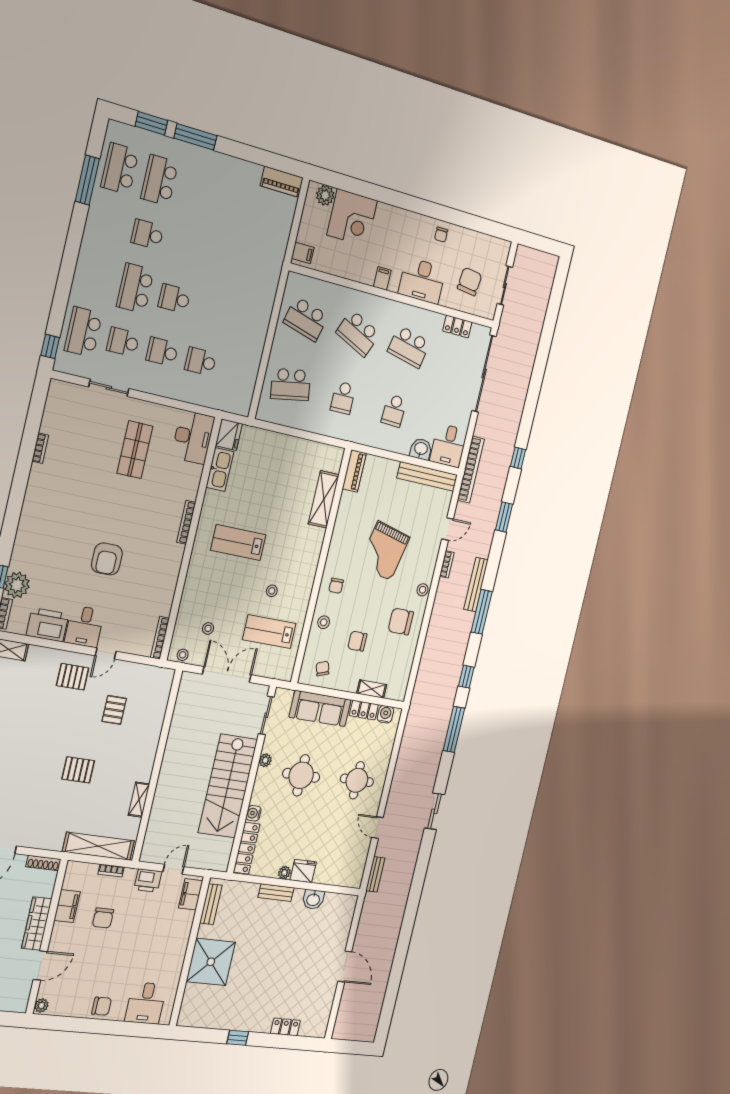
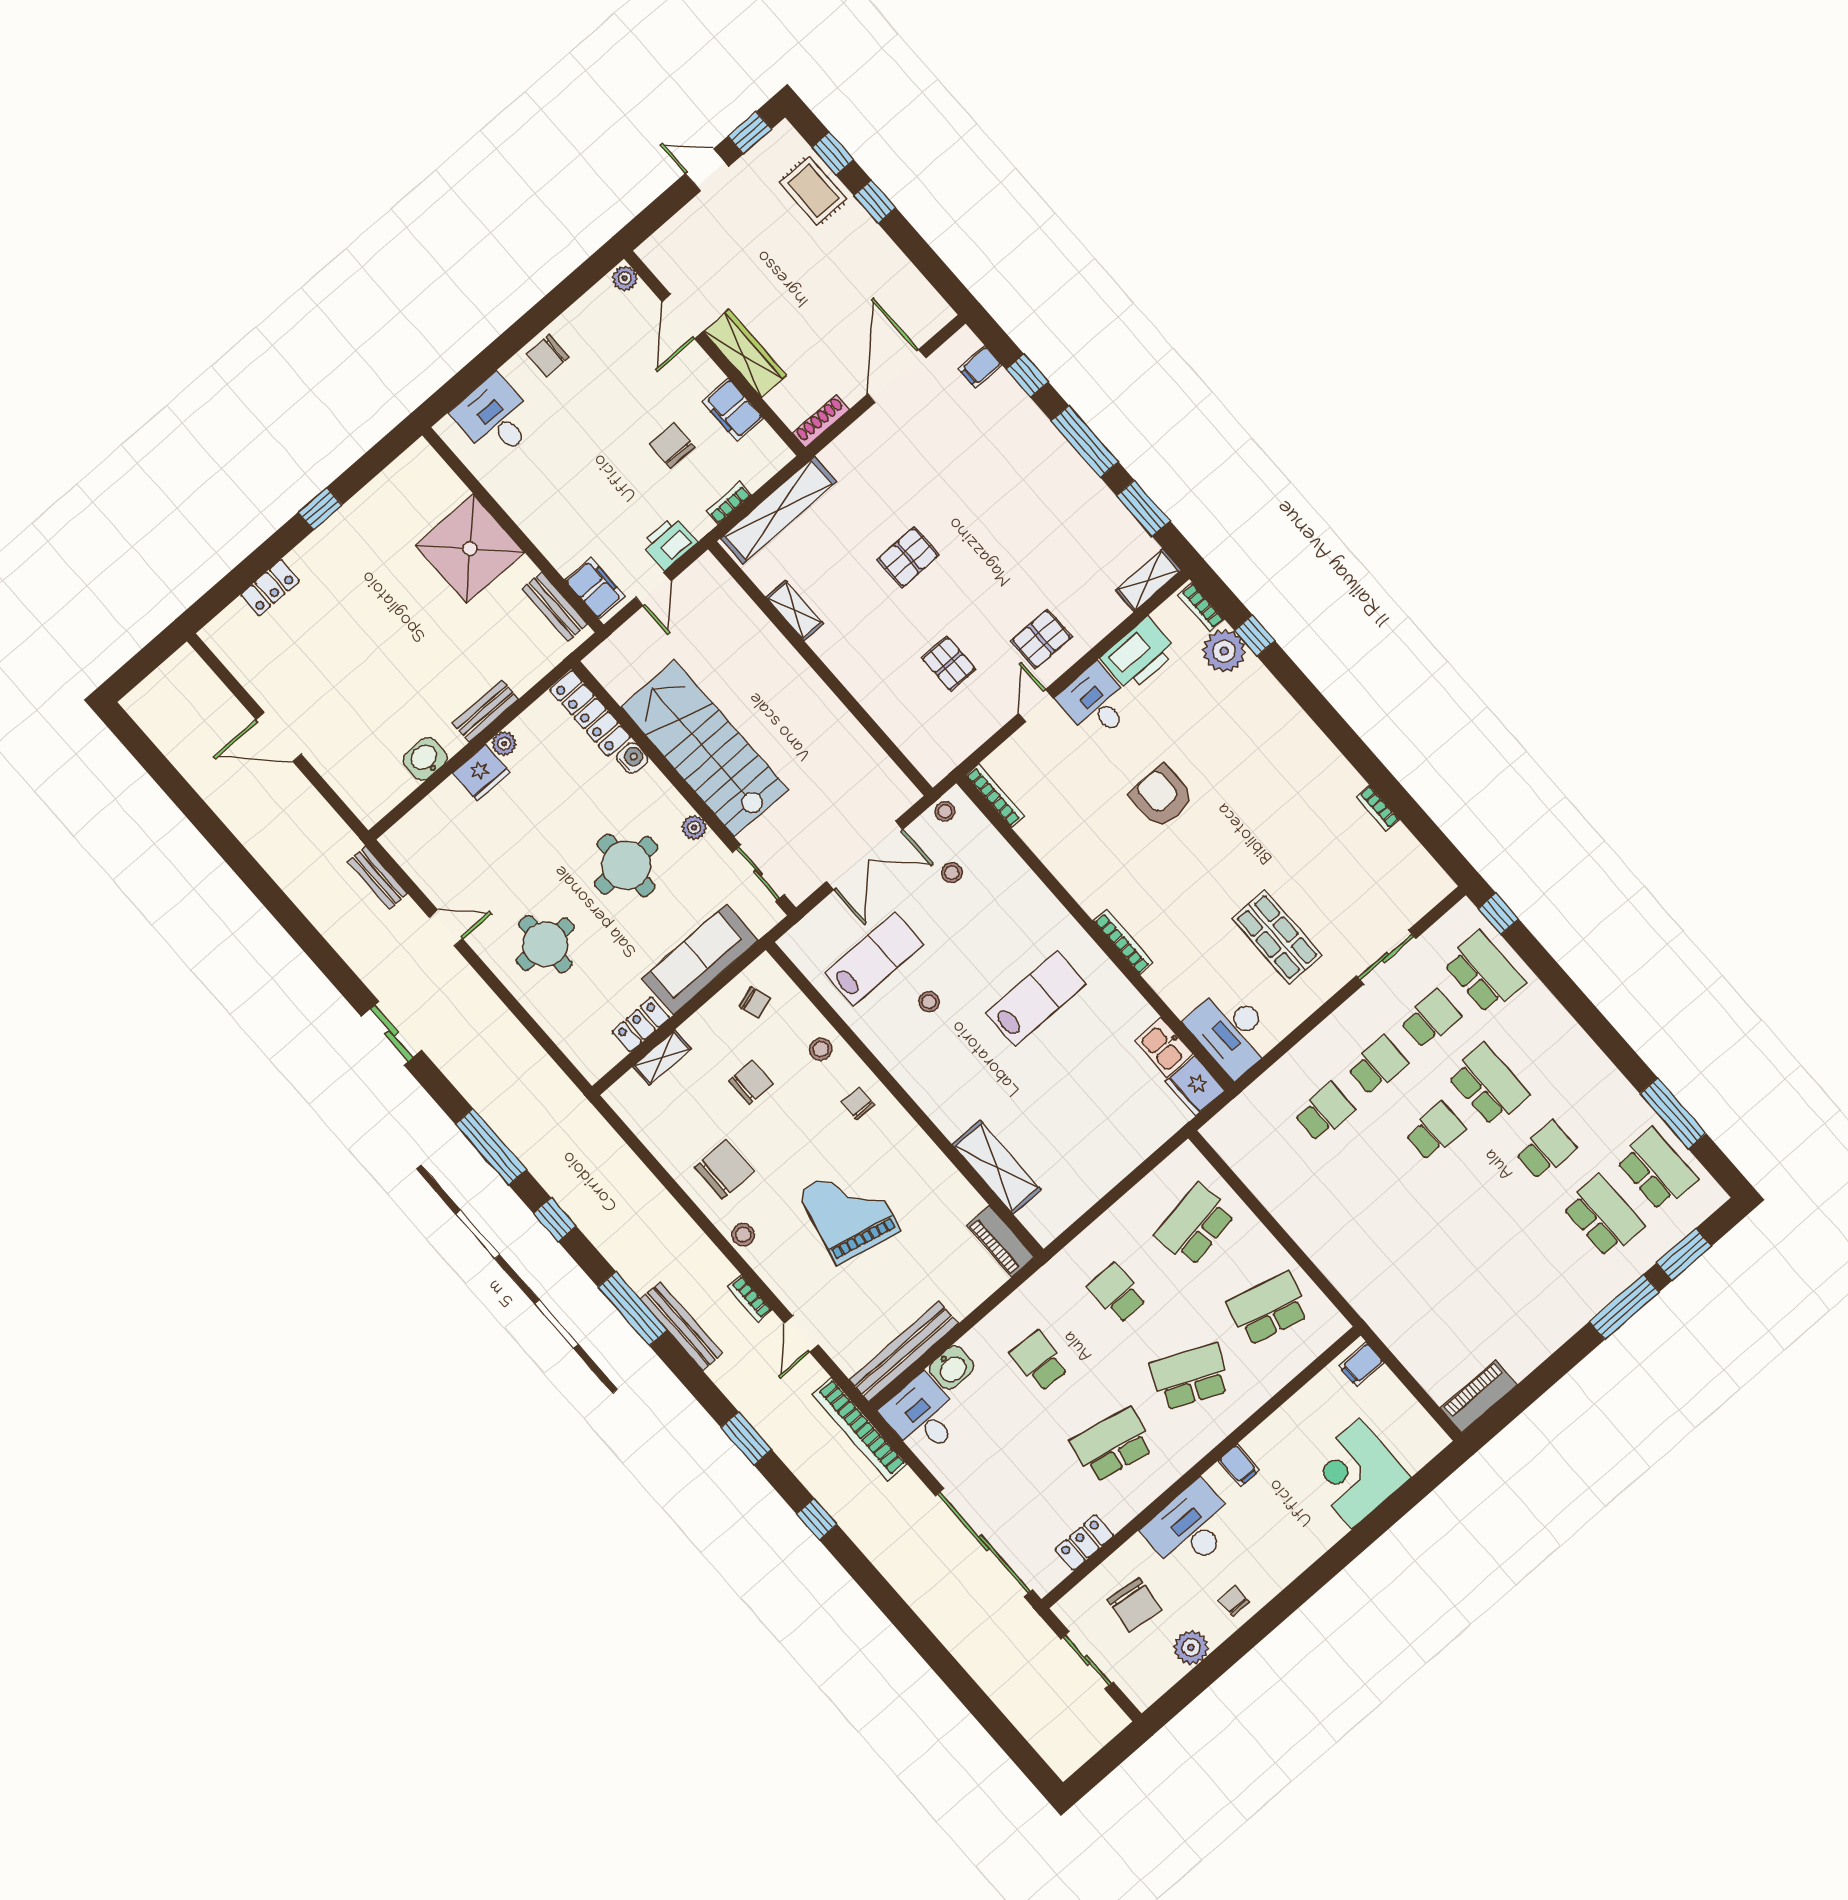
plant: (325, 195) -> (1191, 1647), moved
kitchen sink: (220, 469) -> (1164, 1047), width x0.73
water cooler: (385, 714) -> (606, 1054), removed

